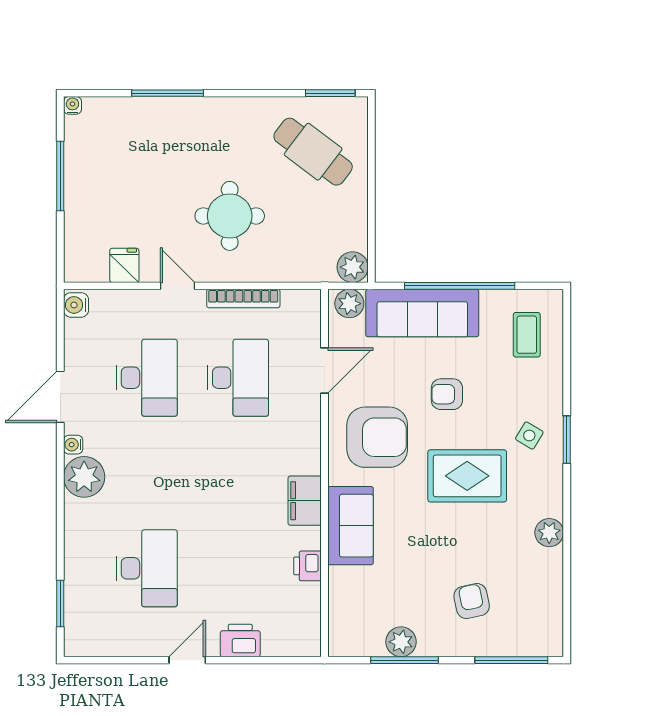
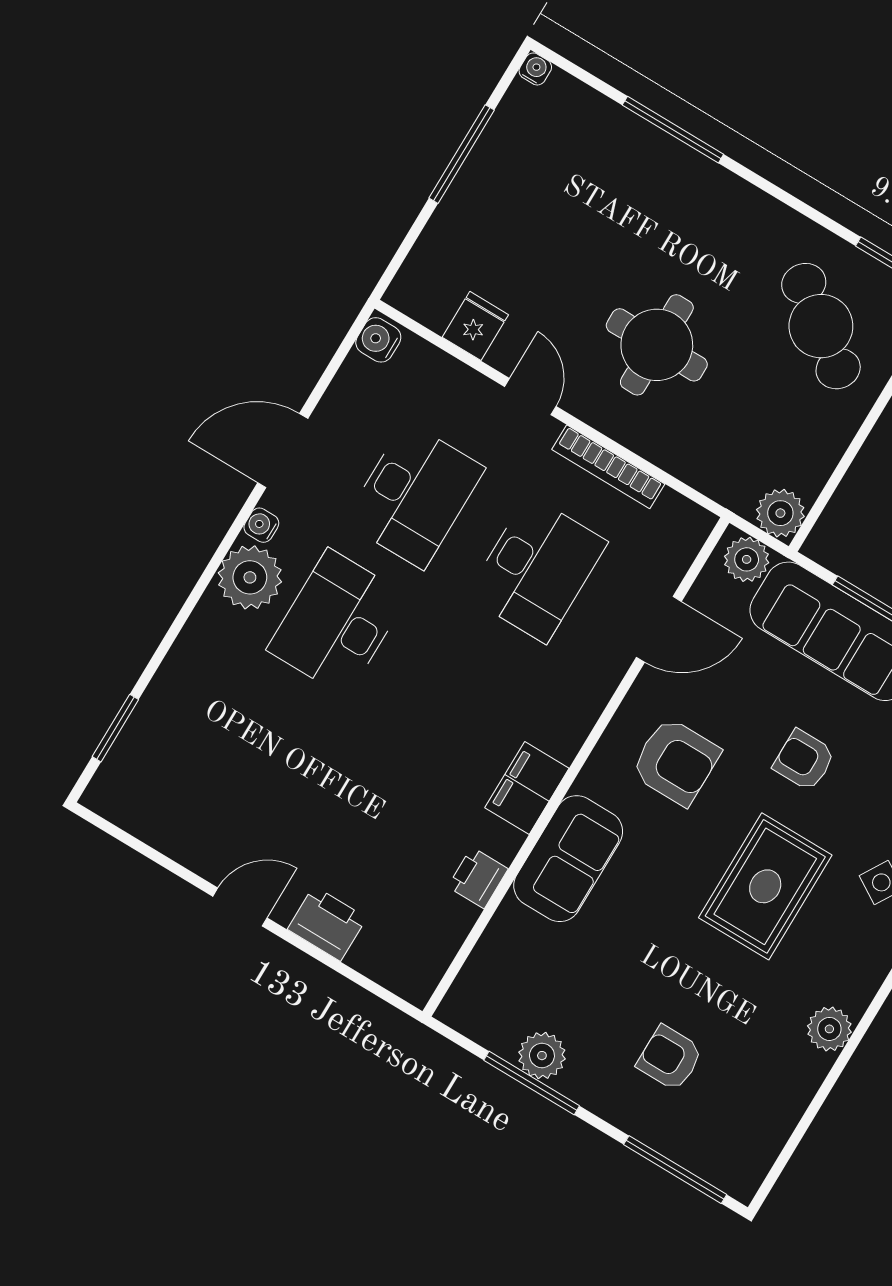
armchair: (377, 437) -> (676, 761), width x0.73, depth x0.73
rug: (467, 476) -> (765, 886), turned 90
desk: (147, 568) -> (337, 623), moved, turned 180
armchair: (472, 601) -> (670, 1058), turned -78

